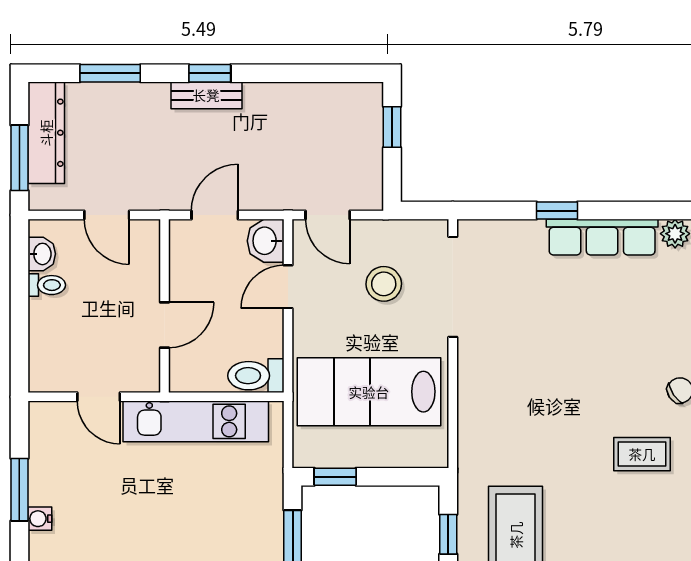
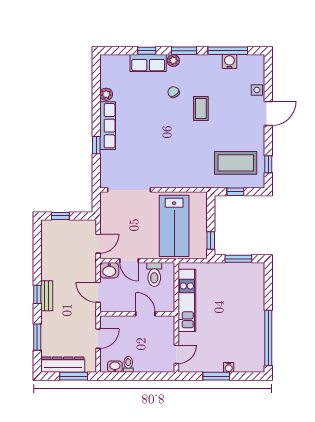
stool: (384, 284) -> (128, 220), removed
toilet: (256, 376) -> (154, 275), moved
door: (99, 397) -> (176, 354), moved

